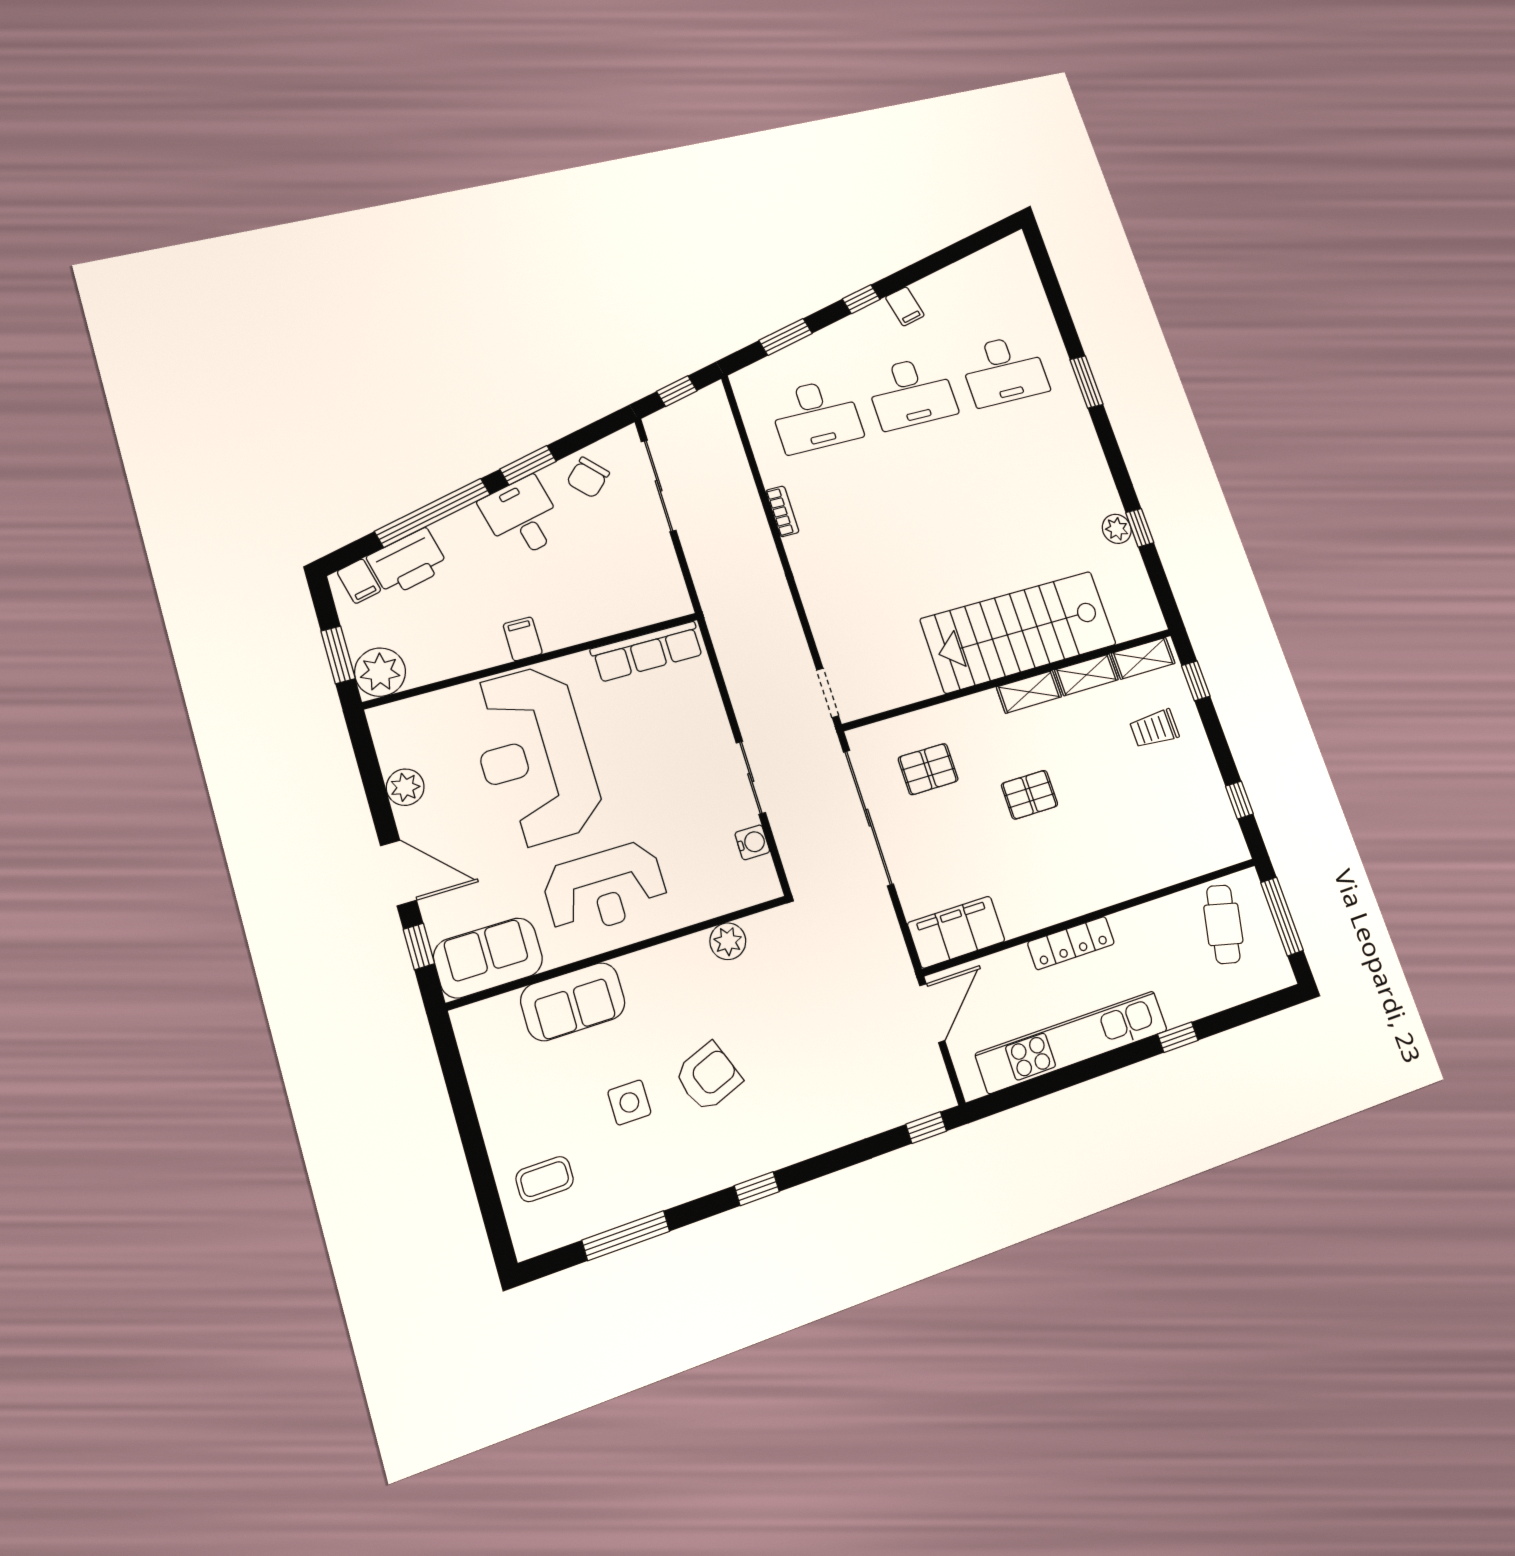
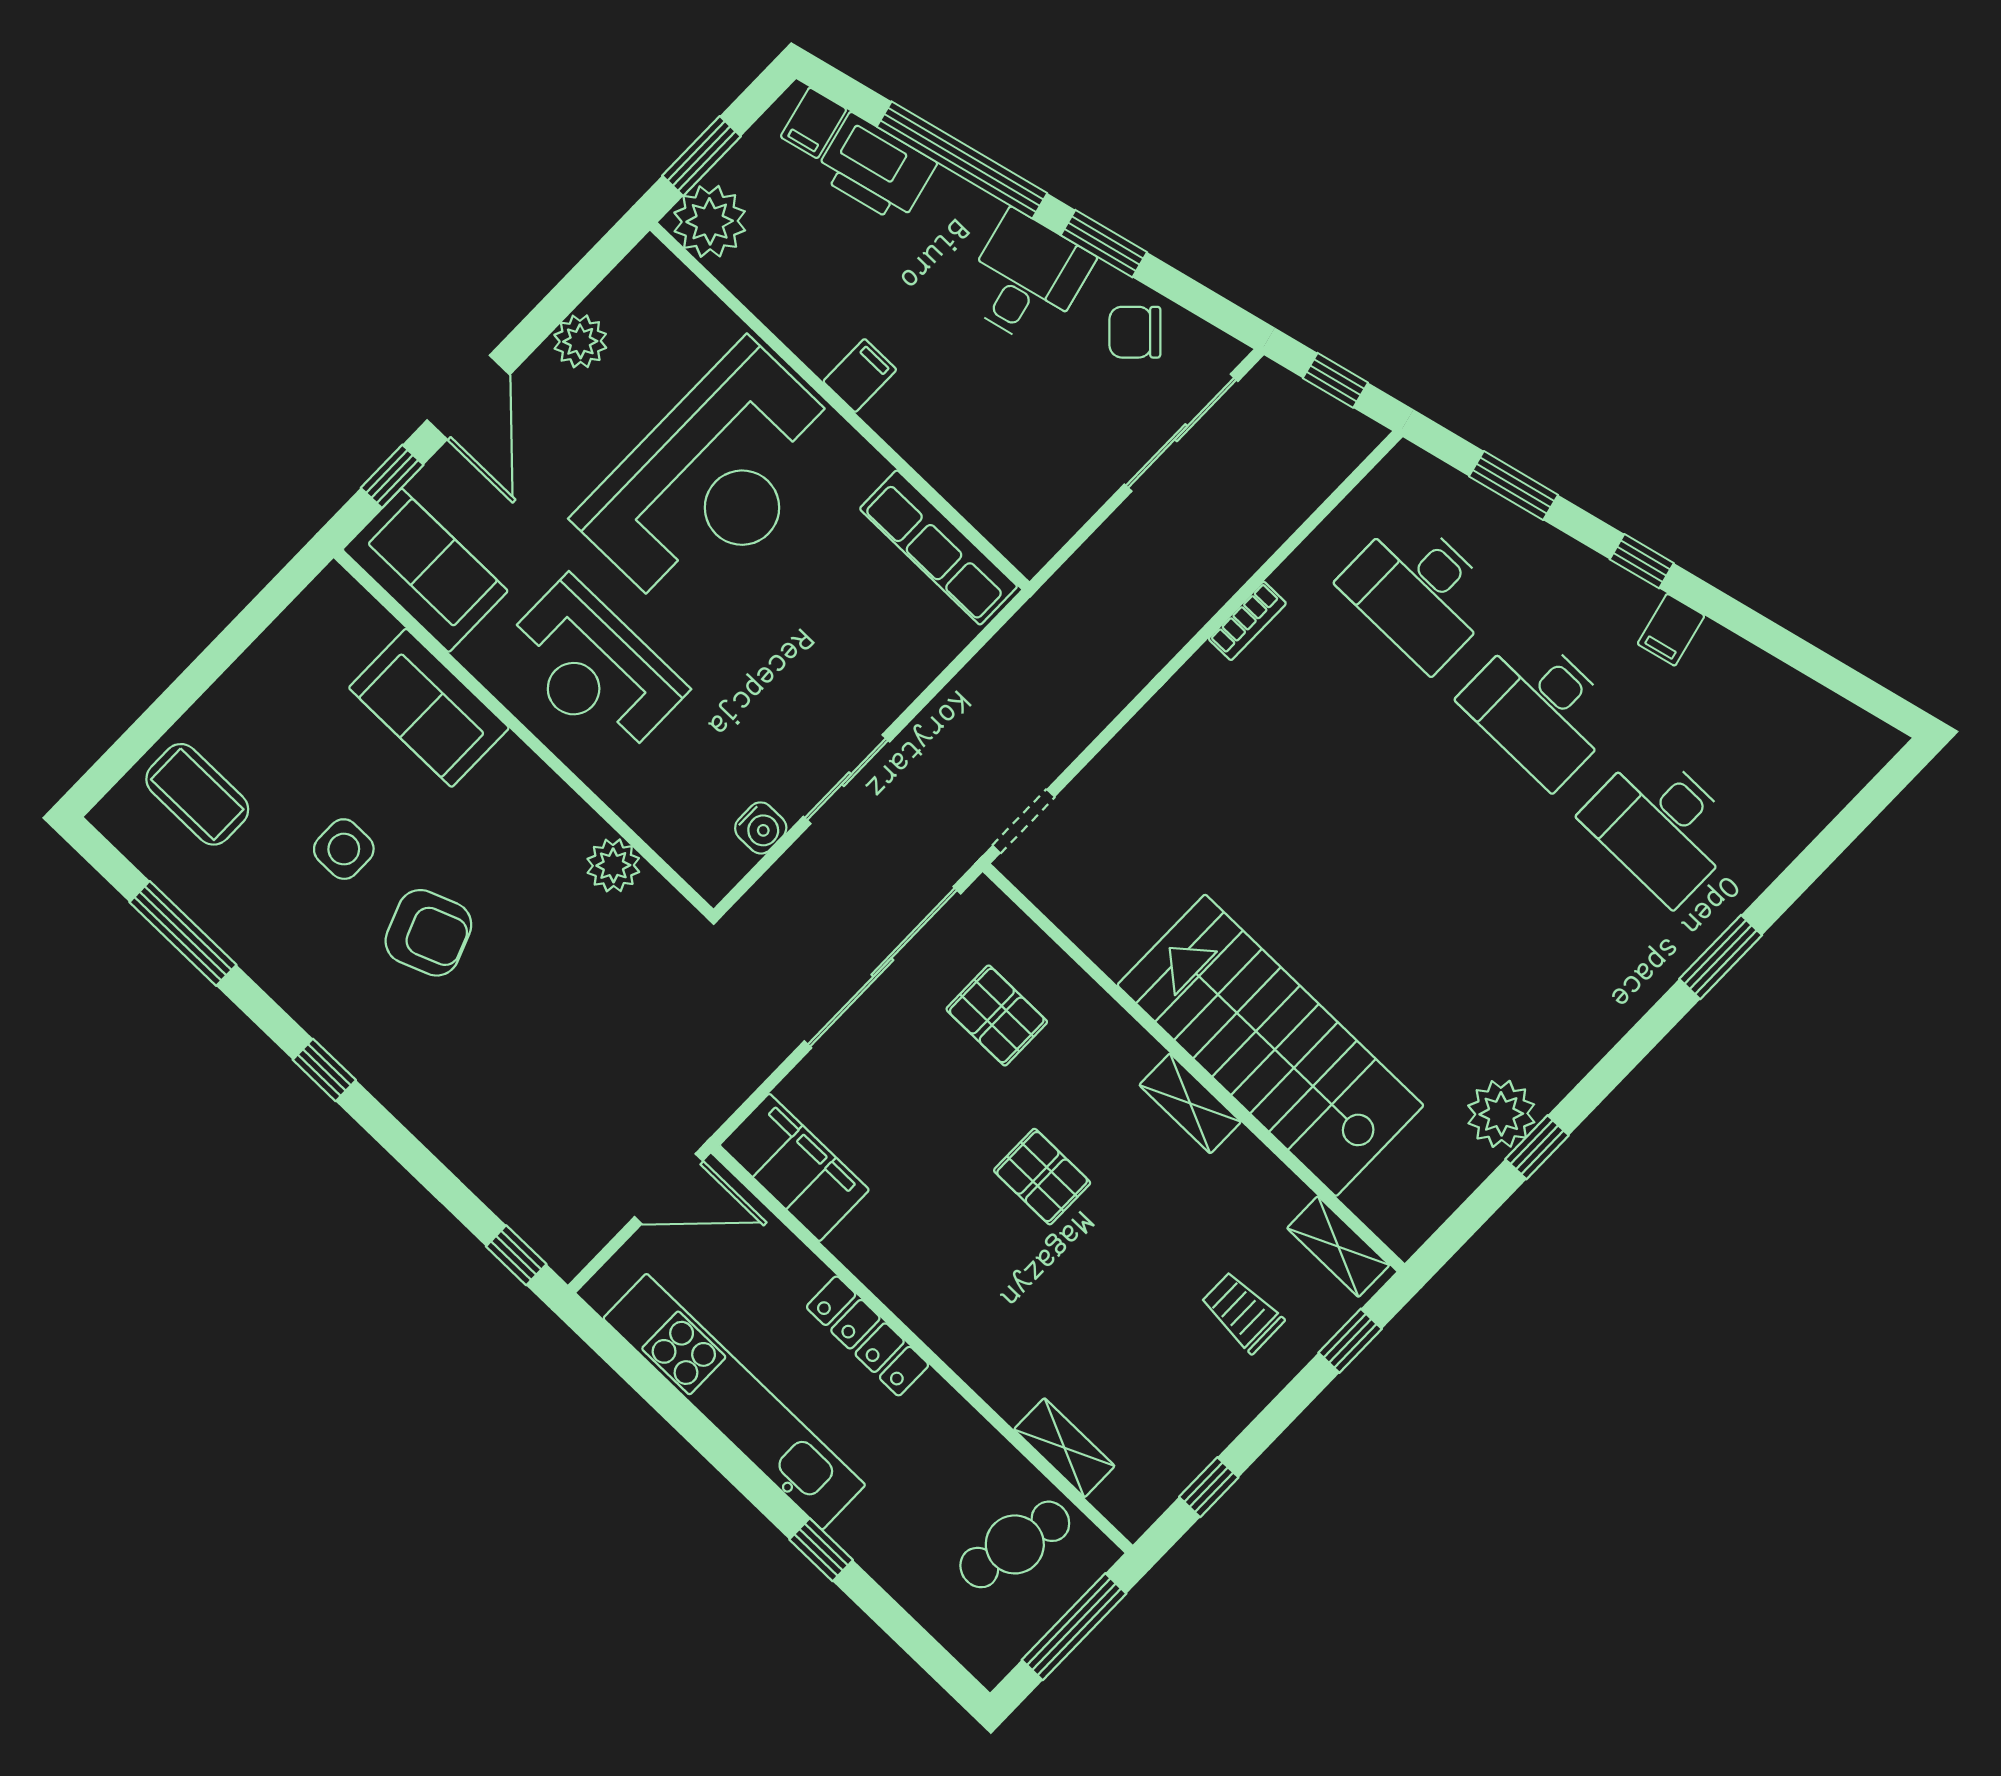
plant: (1117, 529) -> (1501, 1114), width x1.36, depth x1.36
shelving: (1086, 675) -> (1064, 1448), moved
reception desk: (534, 756) -> (713, 480), turned 180
coffee table: (545, 1179) -> (197, 794), width x1.36, depth x1.30

